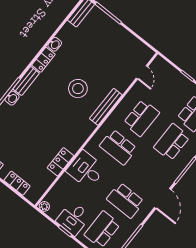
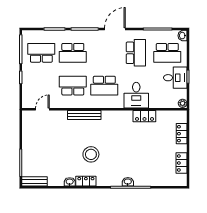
bench: (26, 81) -> (109, 181), removed
stool: (78, 89) -> (91, 154), moved
school desk: (118, 147) -> (104, 86), turned 90

